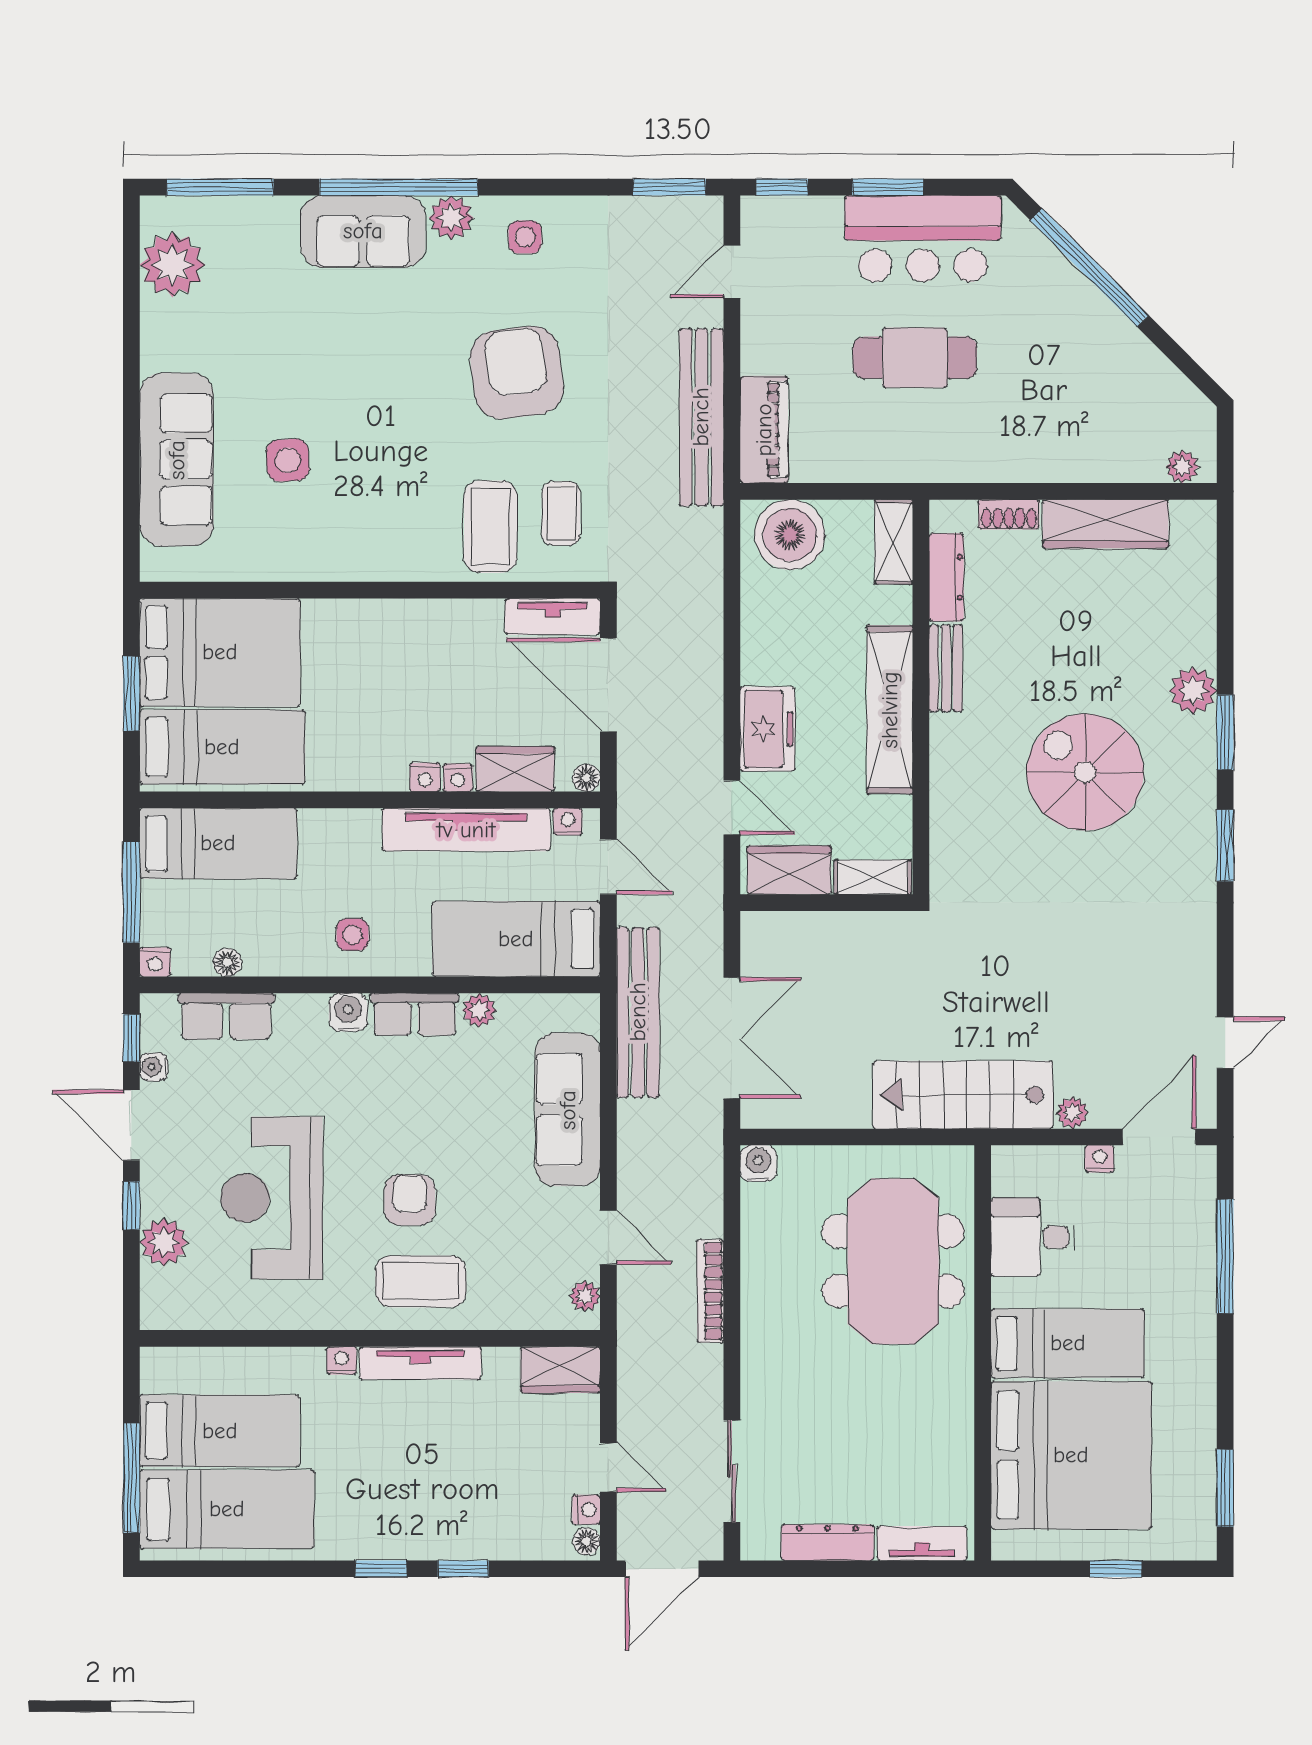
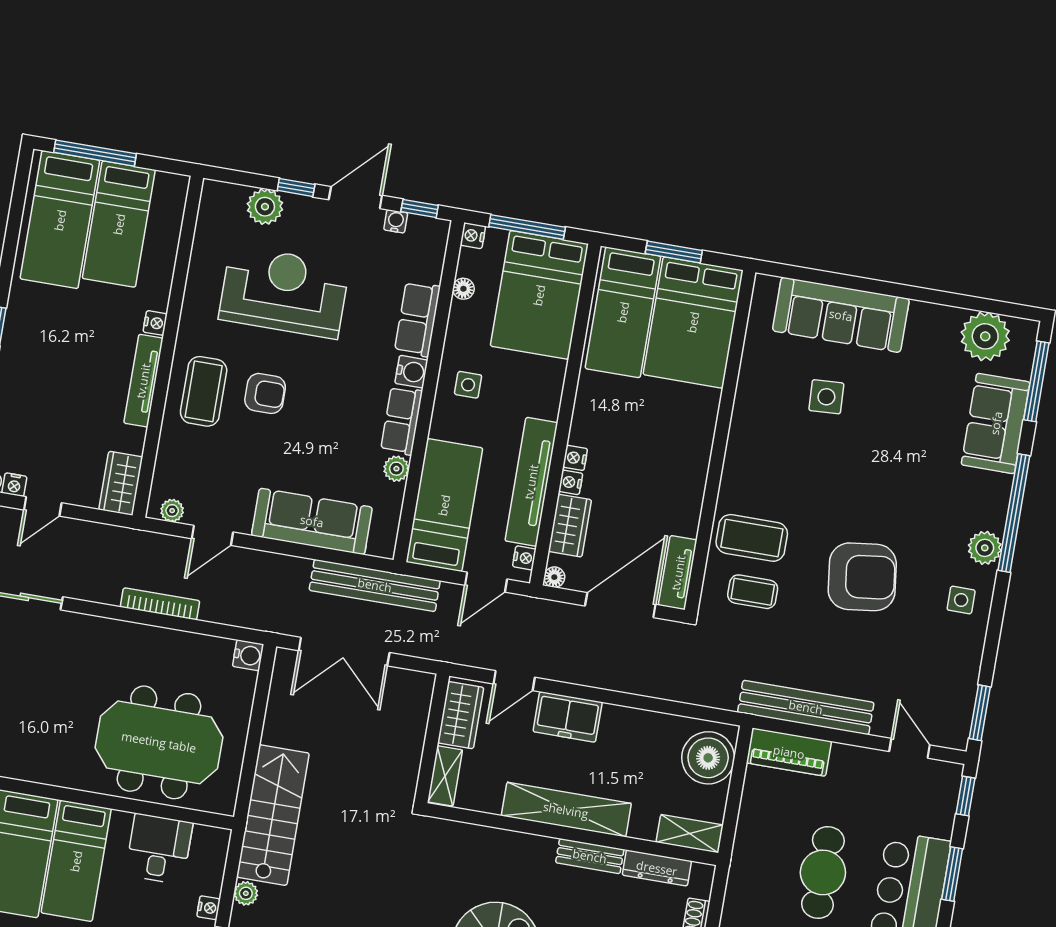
sofa: (363, 231) -> (996, 423), moved
bed: (218, 843) -> (539, 295), width x1.50
row of seats: (226, 1016) -> (417, 319), moved

